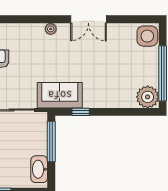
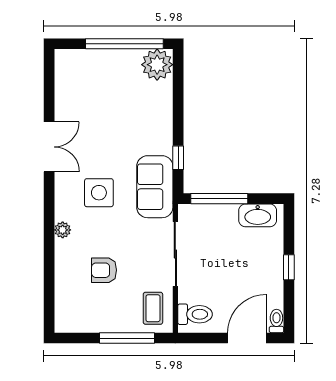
plant: (51, 29) -> (63, 230), moved
side table: (147, 36) -> (99, 193), moved

